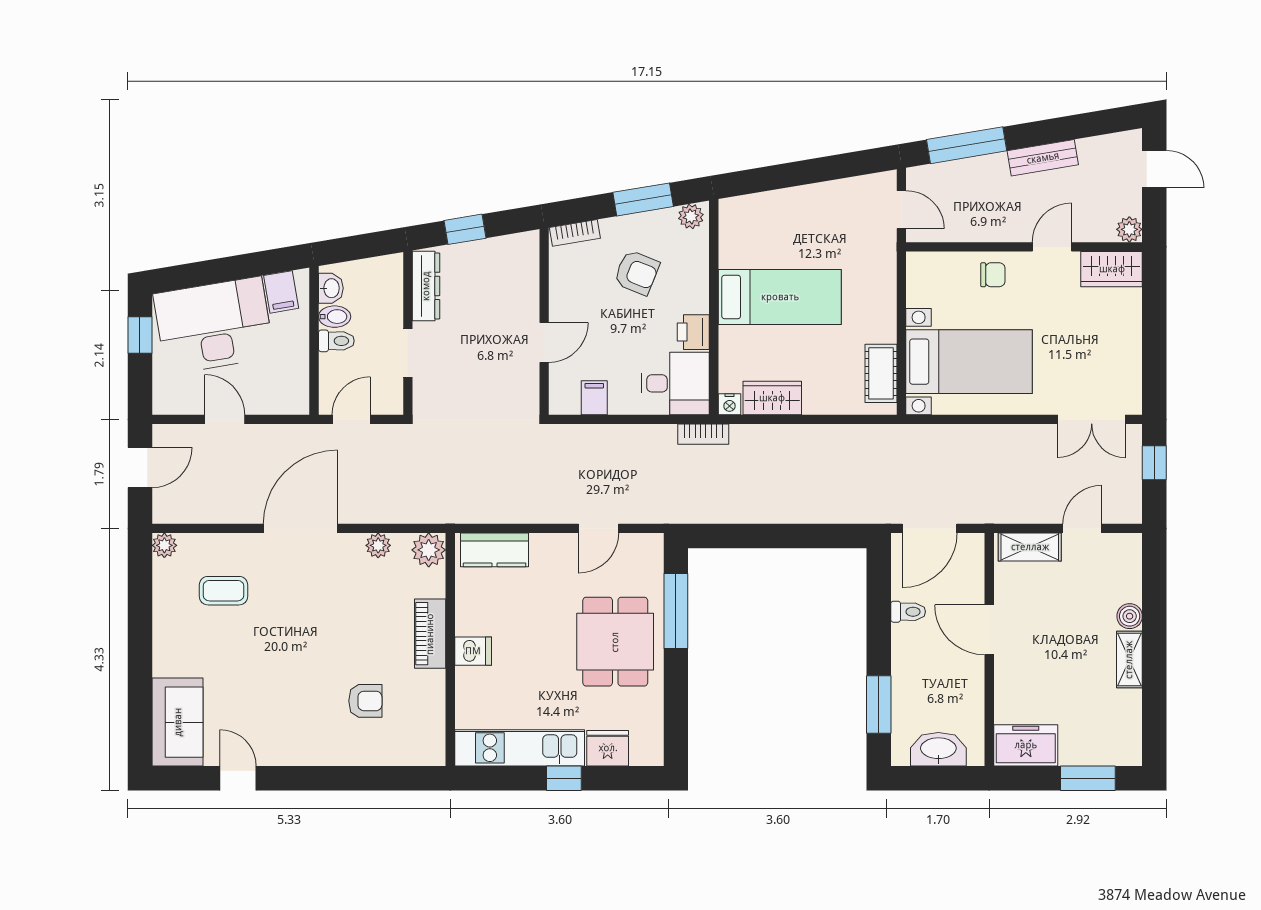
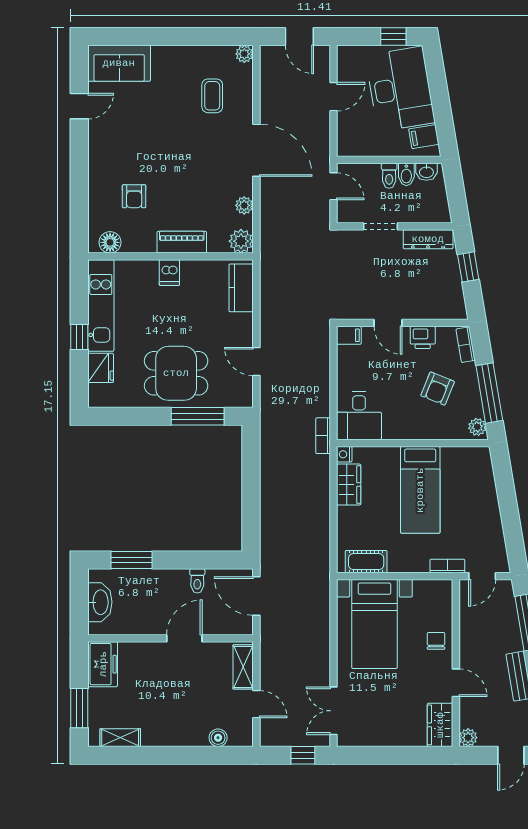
window: (643, 199) -> (489, 393), width x1.44
bookcase: (887, 259) -> (447, 566), added
chair: (993, 275) -> (436, 641), turned 180
printer: (693, 332) -> (423, 337), moved, turned 180
filing cabinet: (594, 398) -> (349, 335), moved
boiler: (1130, 616) -> (218, 738), moved
shelving: (1129, 660) -> (120, 738), moved
floor lamp: (430, 735) -> (110, 242), added

